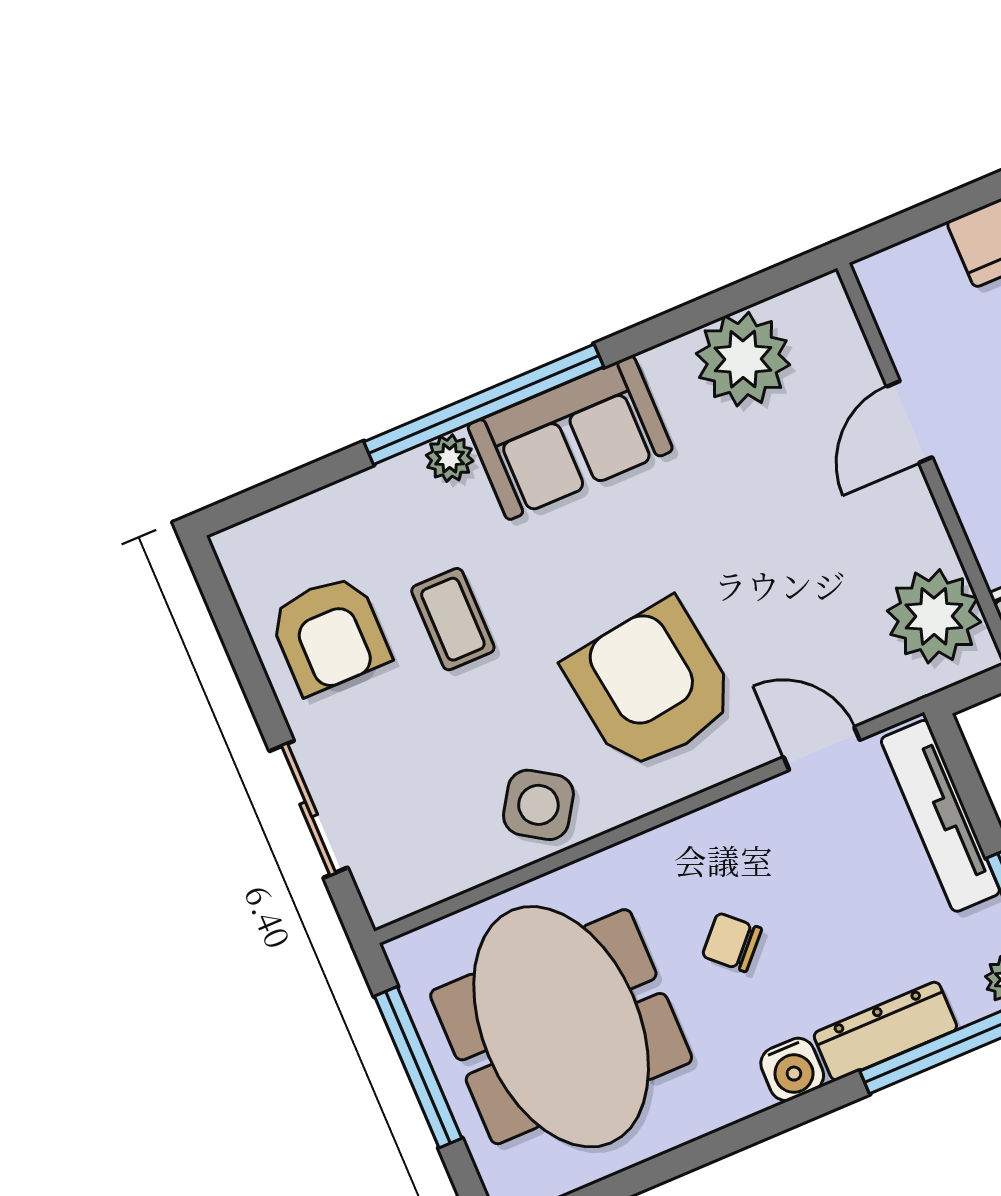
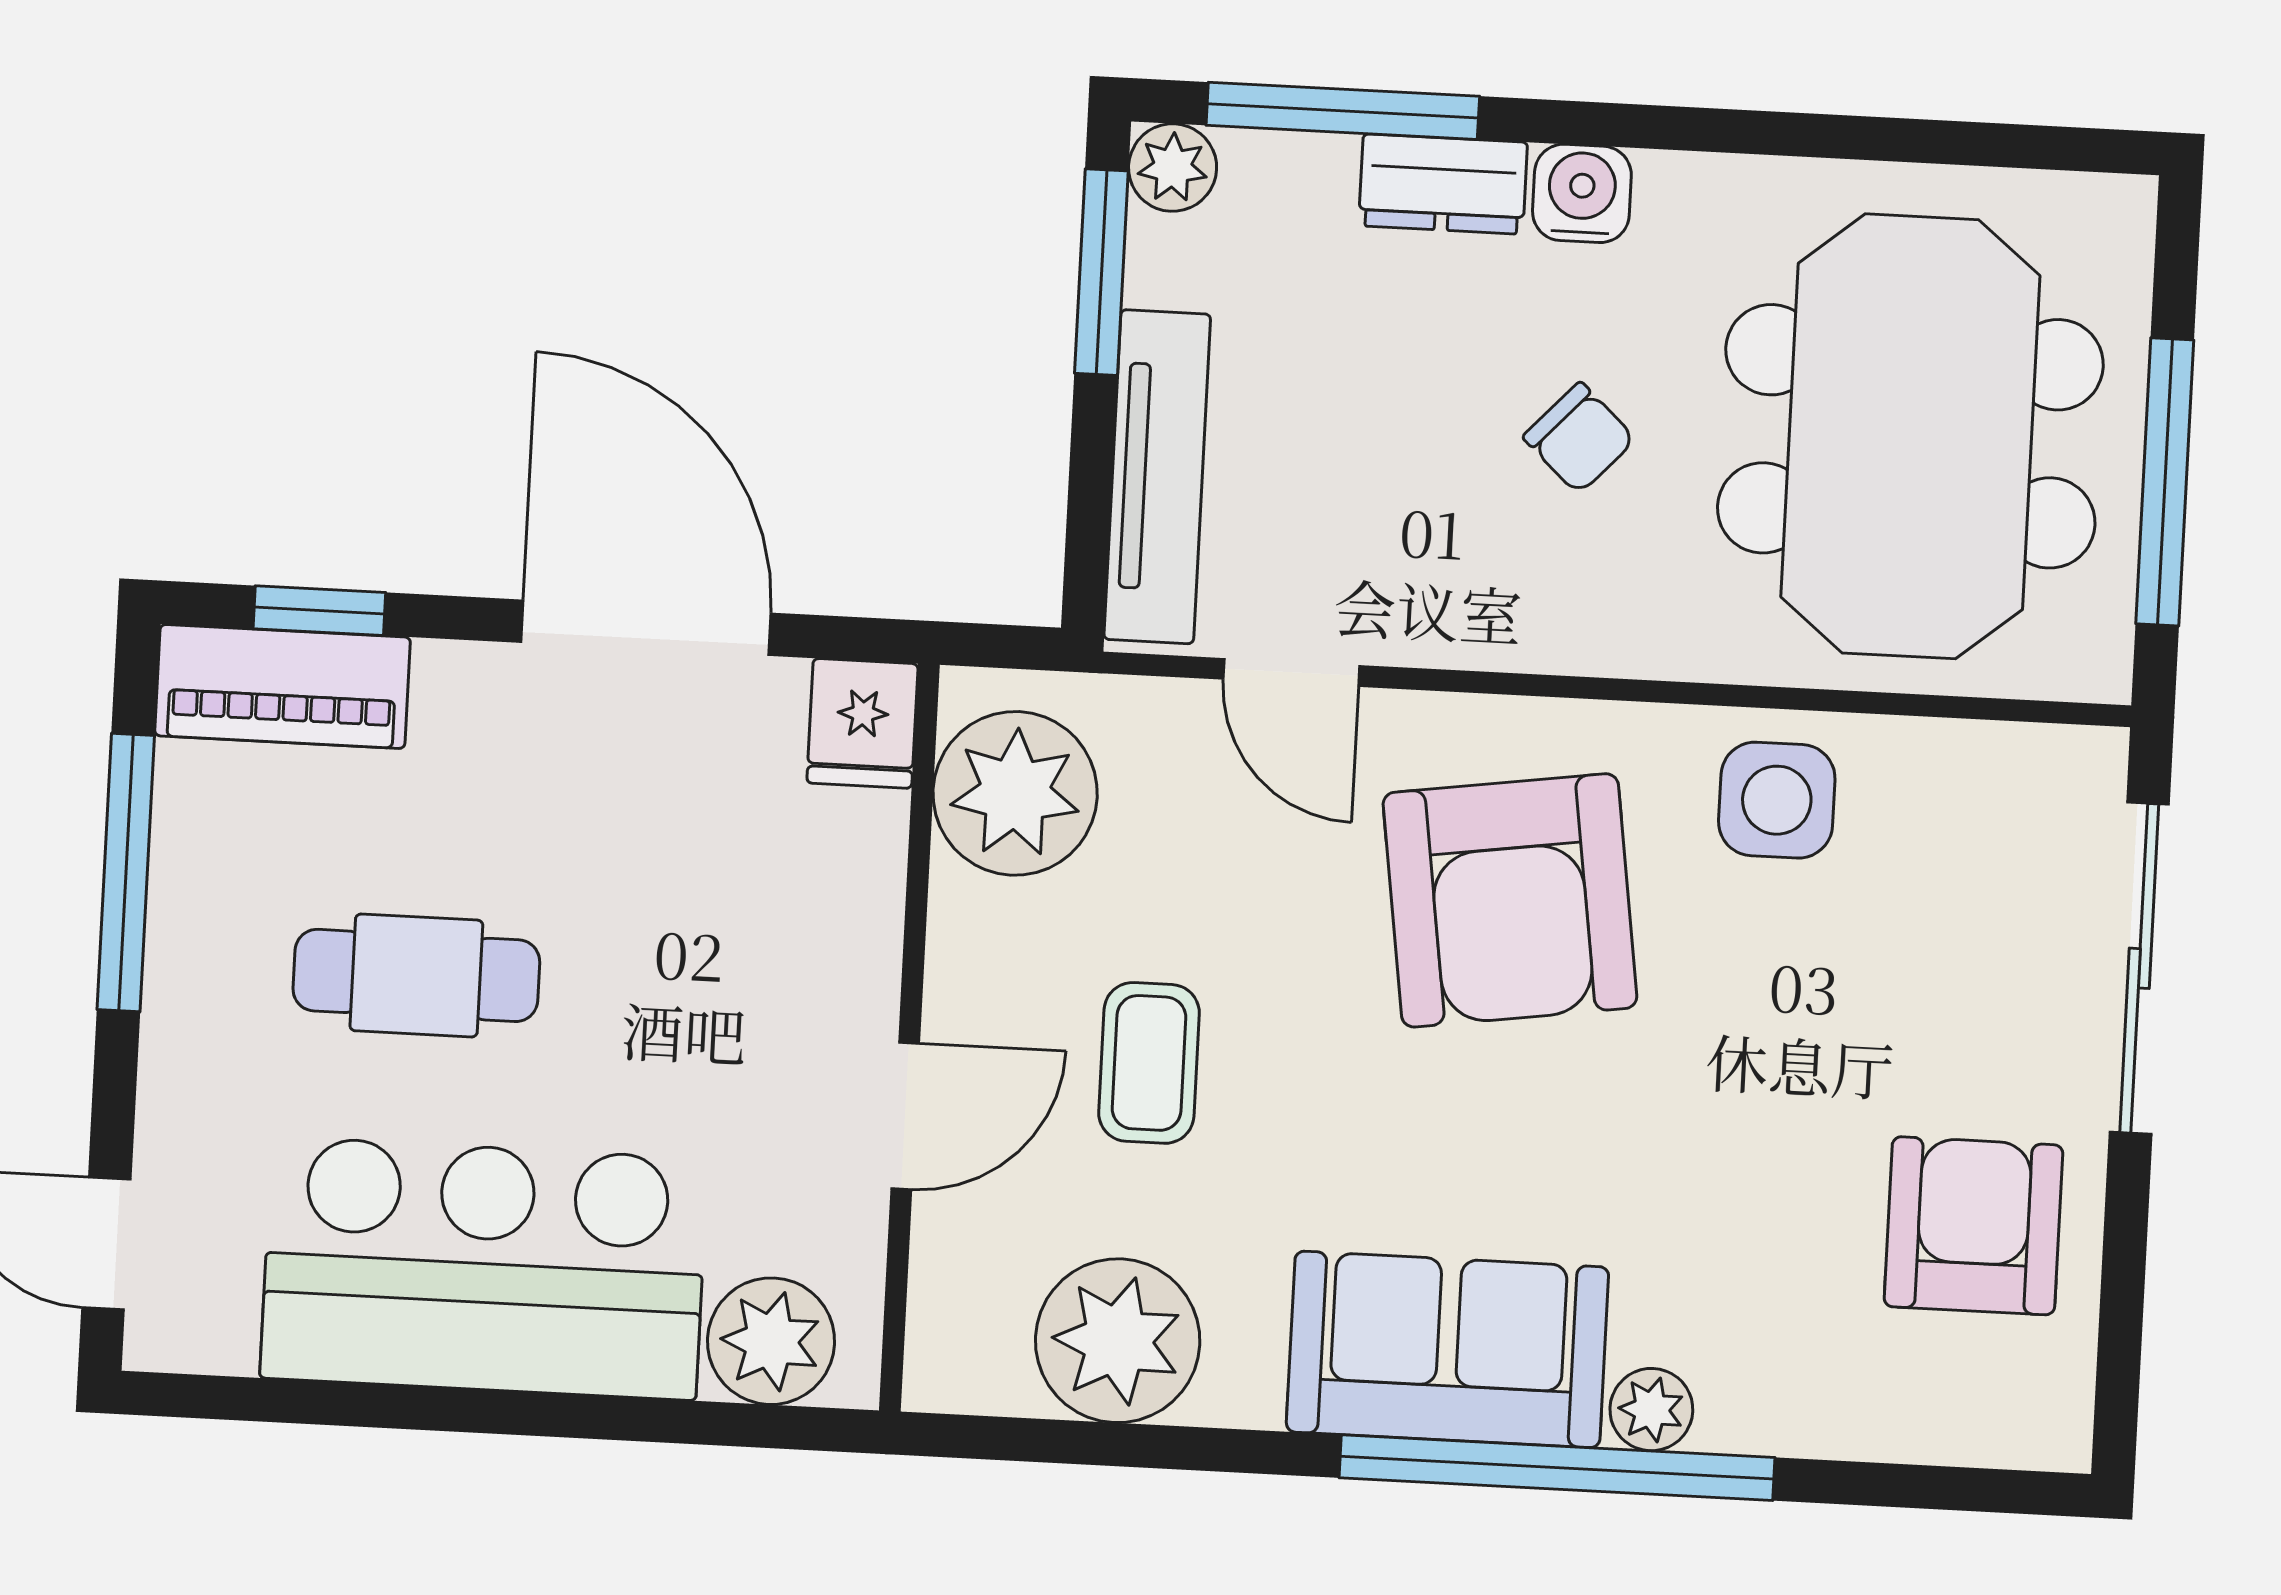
plant: (922, 271) -> (771, 1341), added
coffee table: (453, 619) -> (1149, 1063), moved
side table: (538, 805) -> (1777, 800), turned -33
sliding door: (309, 809) -> (2139, 968), width x1.37
dresser: (885, 1031) -> (1443, 184), width x0.70

